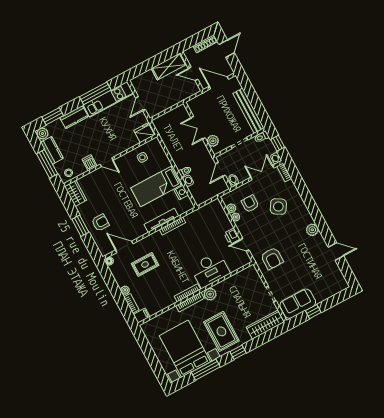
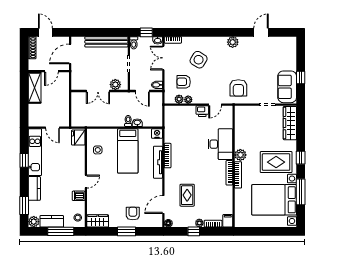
window: (95, 93) -> (24, 160), width x0.46
nightstand: (181, 193) -> (157, 134), moved
armchair: (272, 258) -> (238, 88), turned 90
window: (114, 289) -> (194, 231), added

